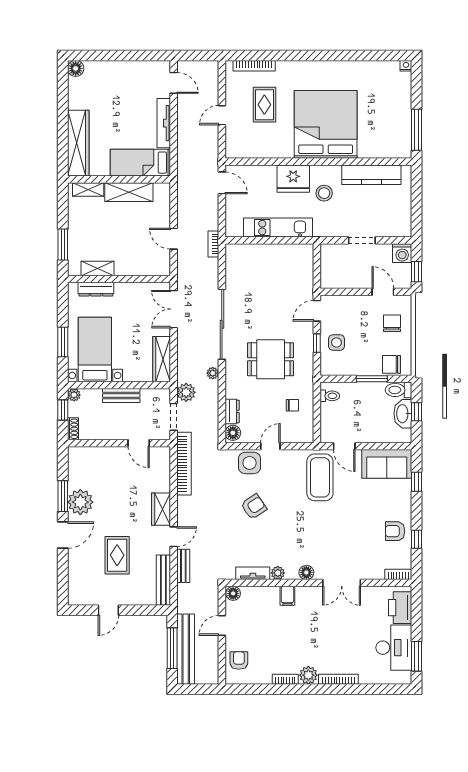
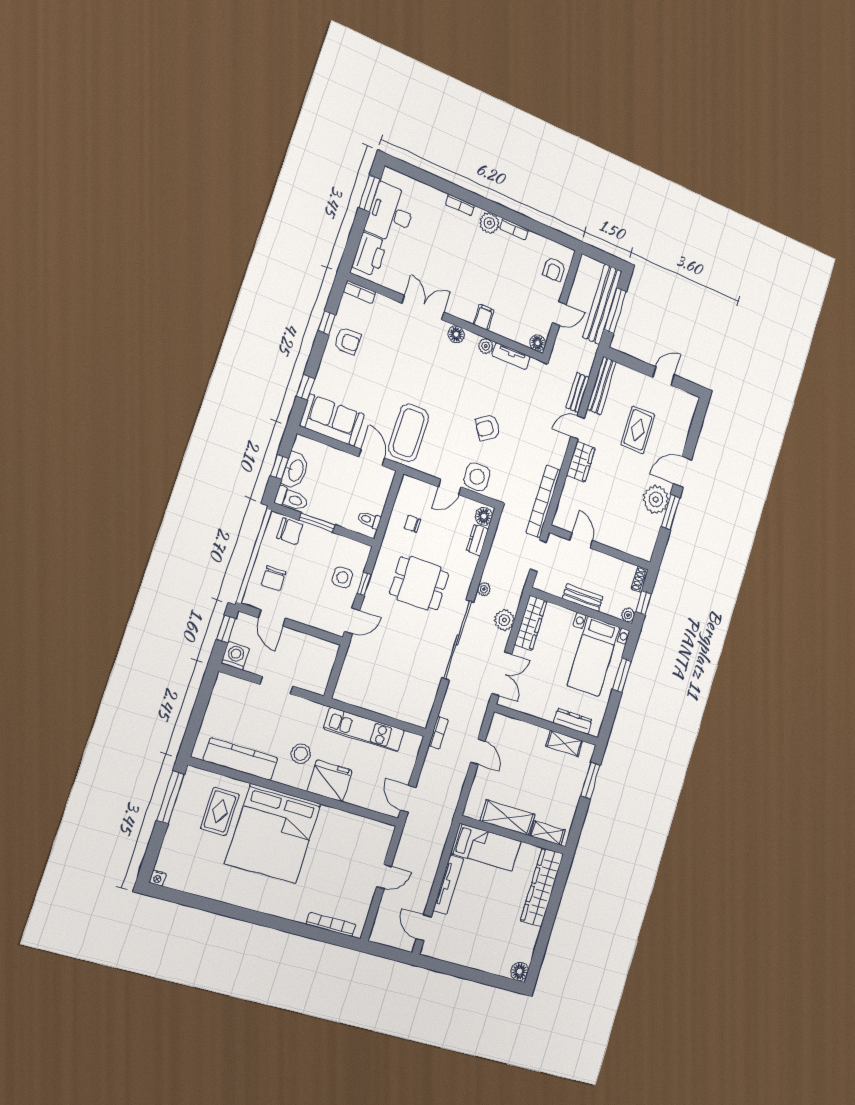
rug: (264, 105) -> (220, 811), moved
plant: (186, 392) -> (504, 620), moved
bookcase: (338, 679) -> (460, 205), width x0.64

